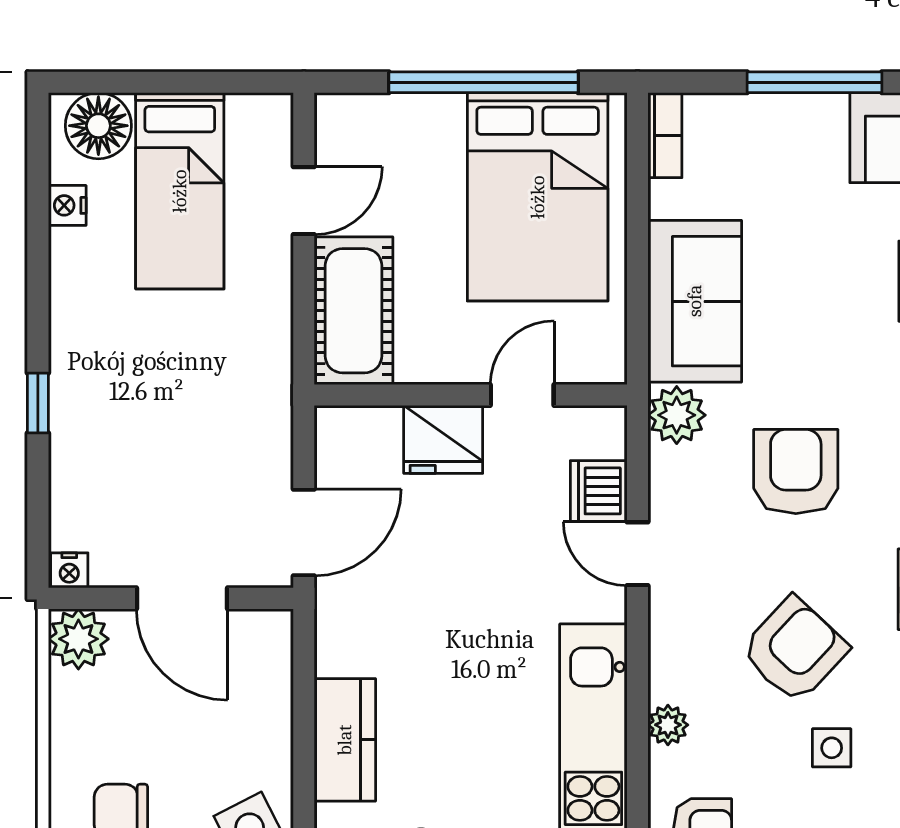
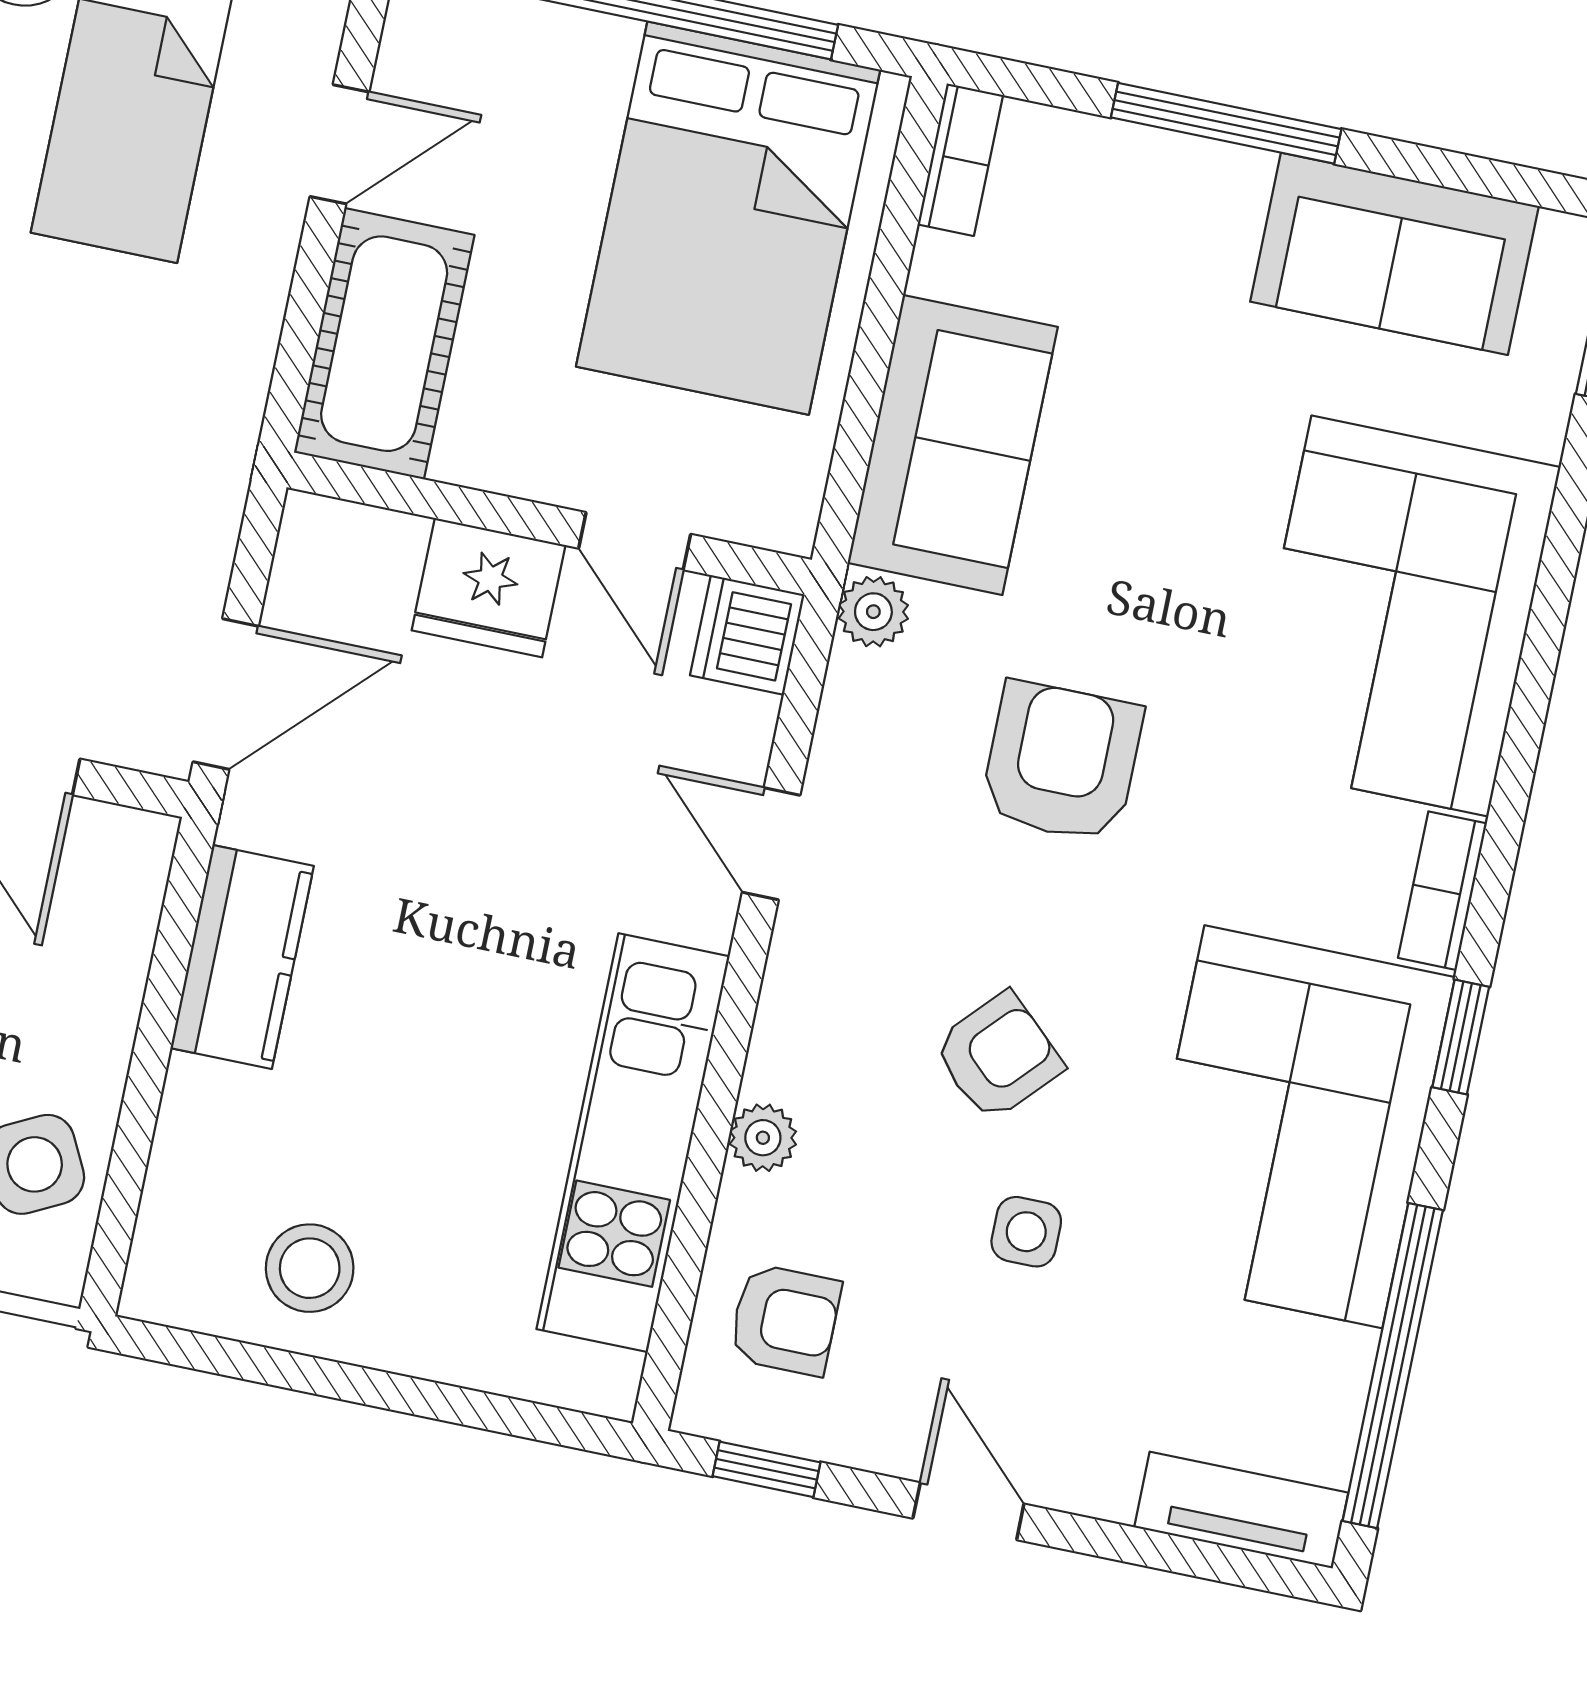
door: (522, 395) -> (635, 541), swing flipped
plant: (677, 415) -> (873, 612), width x0.73, depth x0.73
dishwasher: (599, 491) -> (747, 635), moved
armchair: (794, 650) -> (998, 1056), width x0.72, depth x0.72
kitchen counter: (345, 740) -> (242, 957), moved

